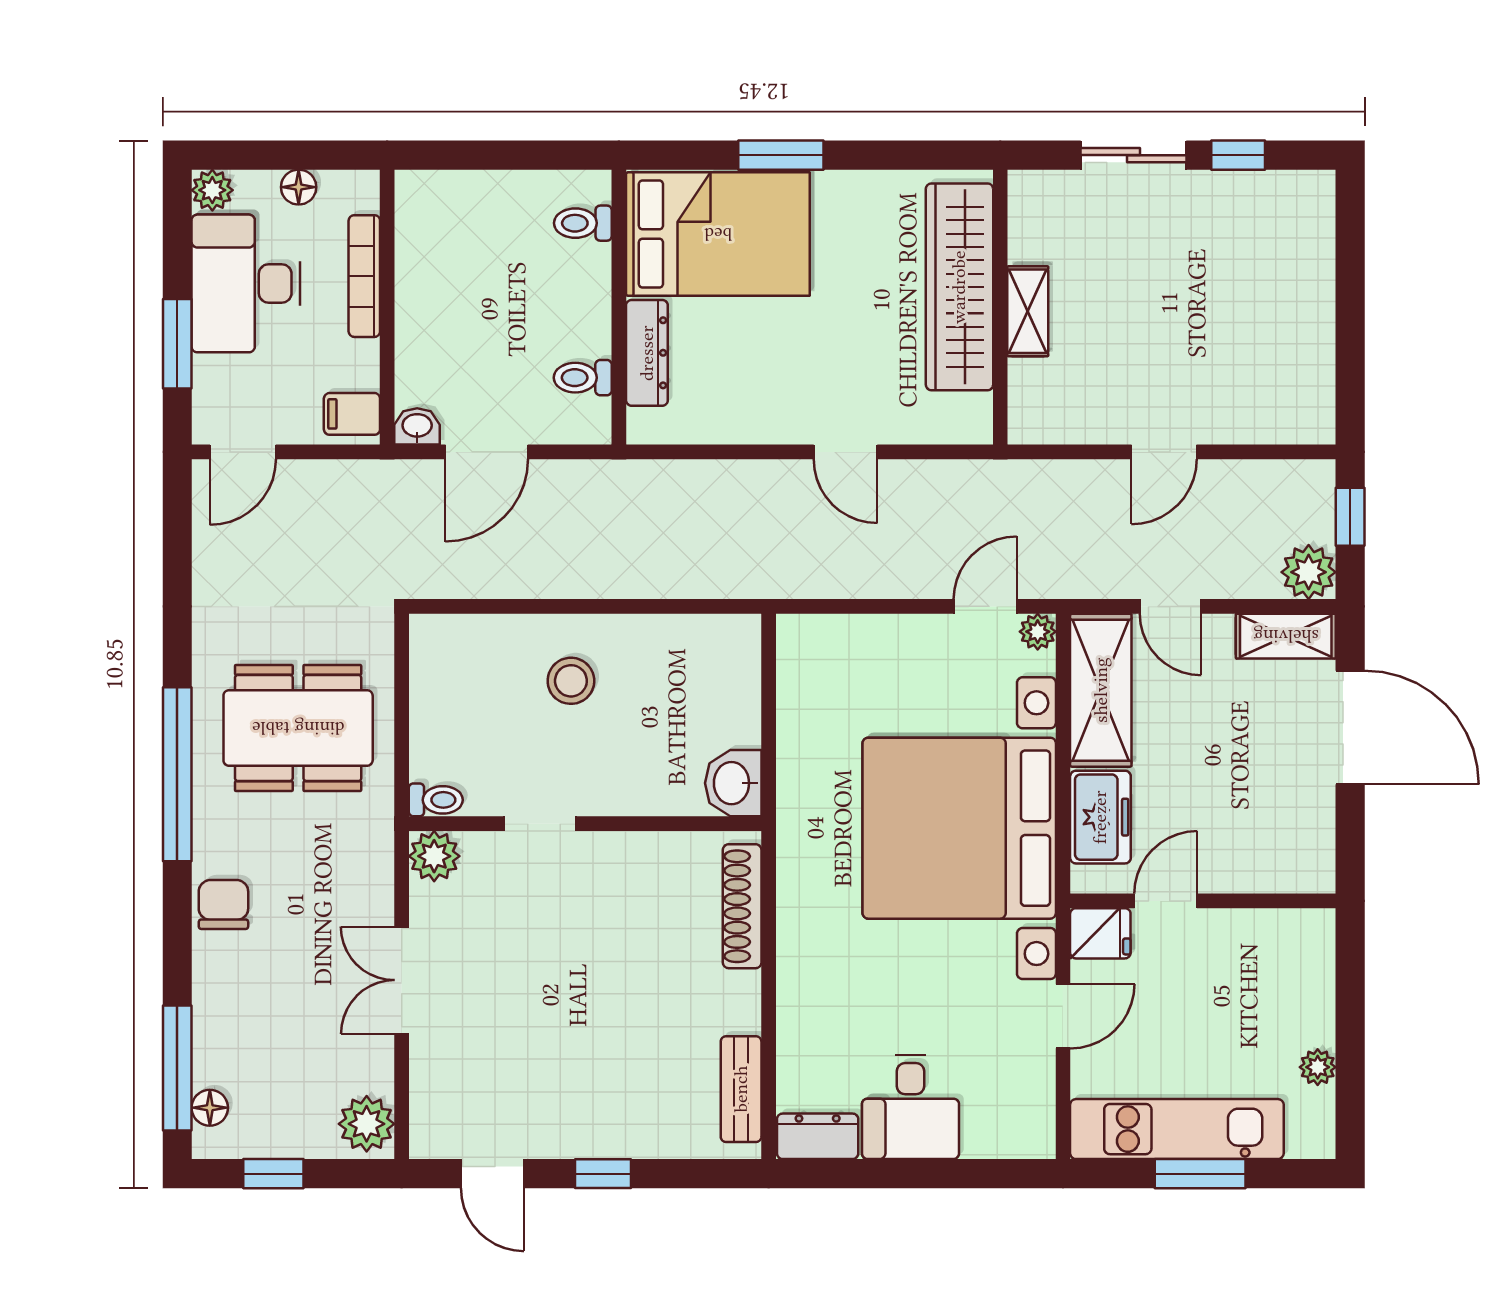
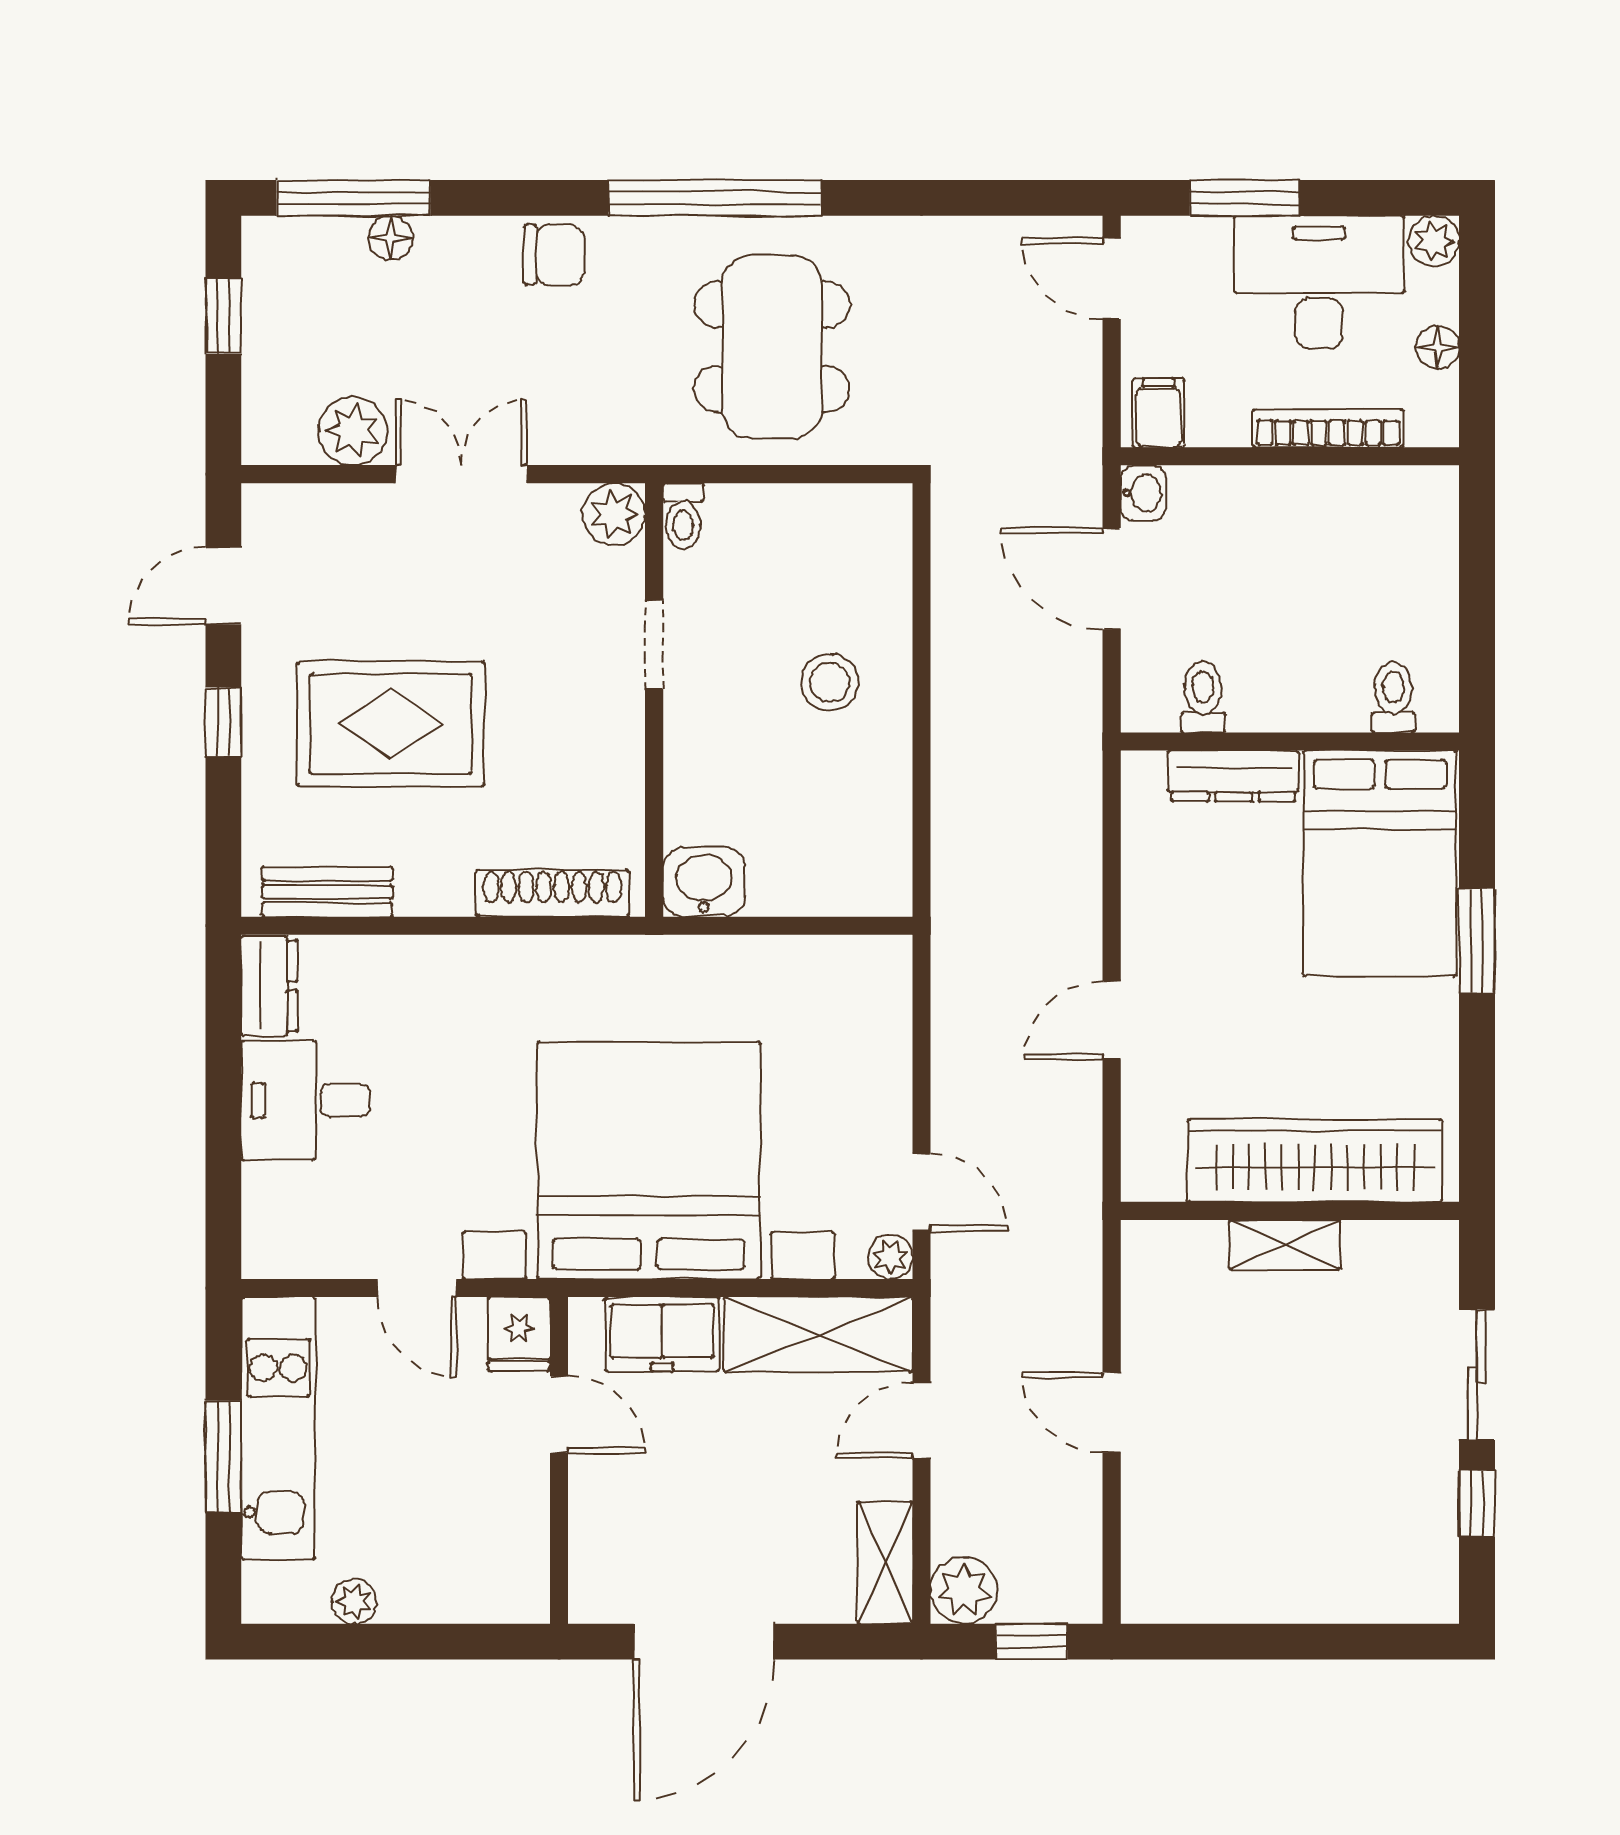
door: (1350, 727) -> (704, 1642), moved
rug: (604, 1038) -> (391, 724), added
floor lamp: (210, 1108) -> (390, 238), moved
plant: (367, 1124) -> (353, 431), moved

